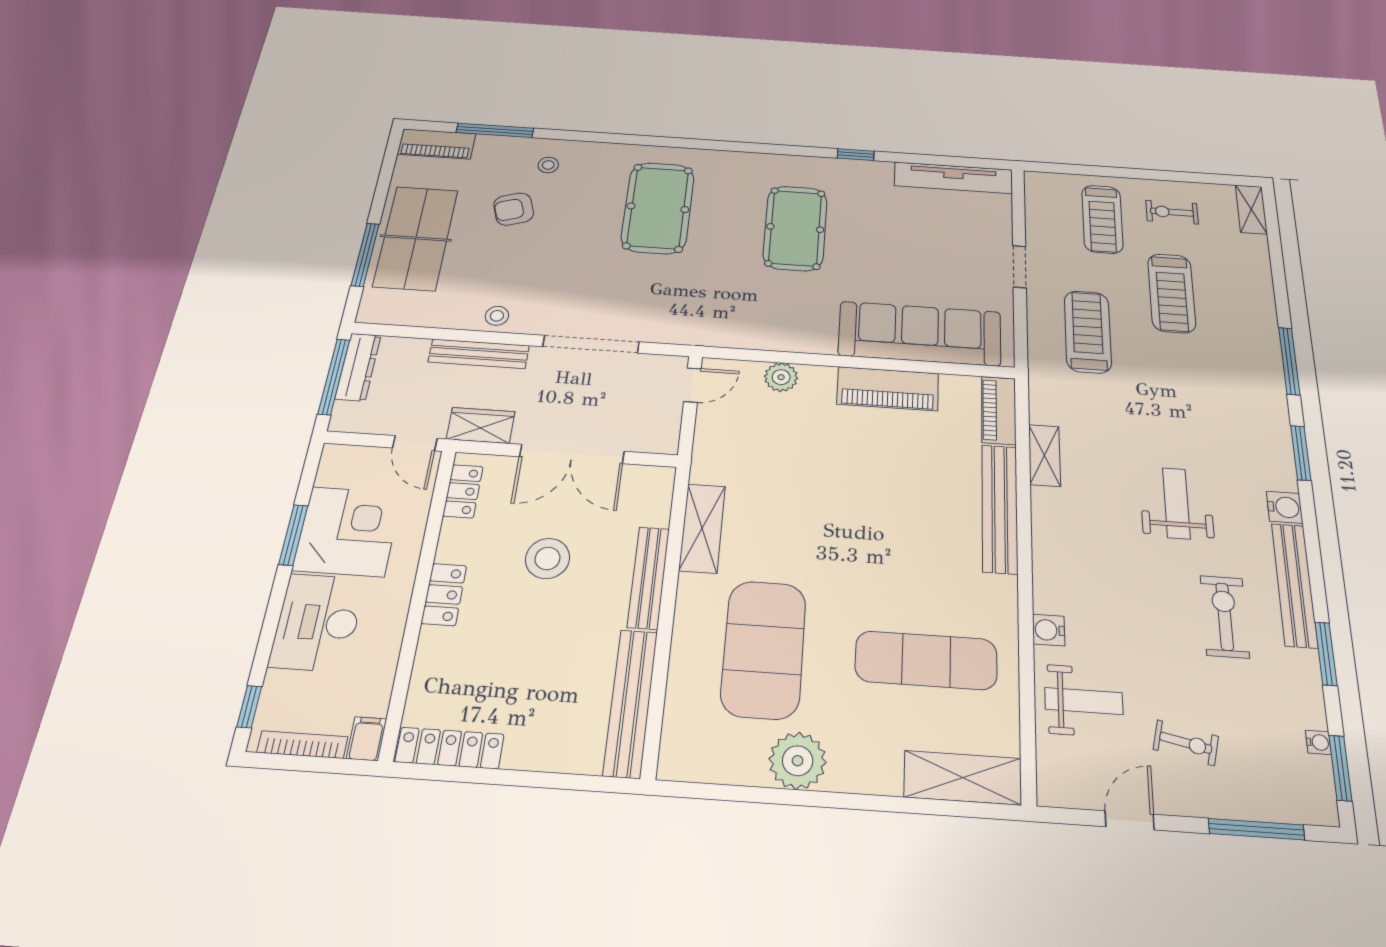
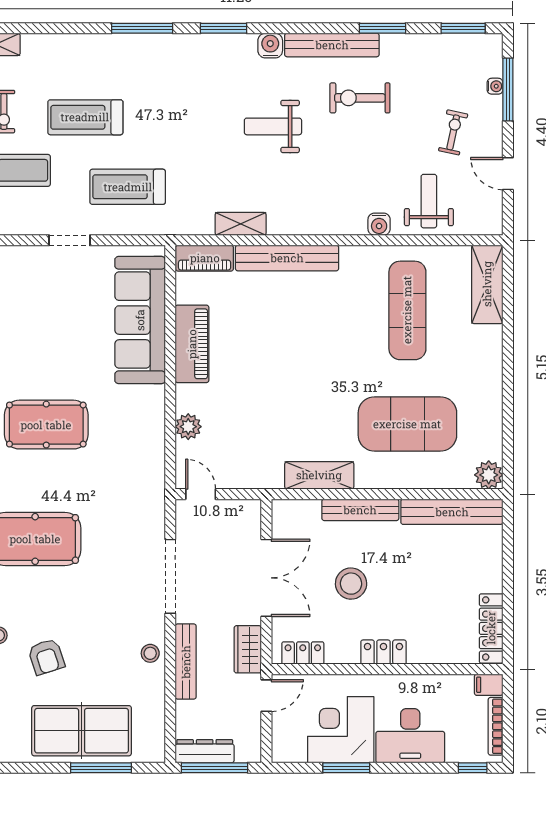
treadmill: (1172, 293) -> (85, 117), turned 180
water cooler: (1318, 742) -> (495, 86), moved, turned 90
plant: (798, 761) -> (489, 475), moved, width x0.73, depth x0.73

